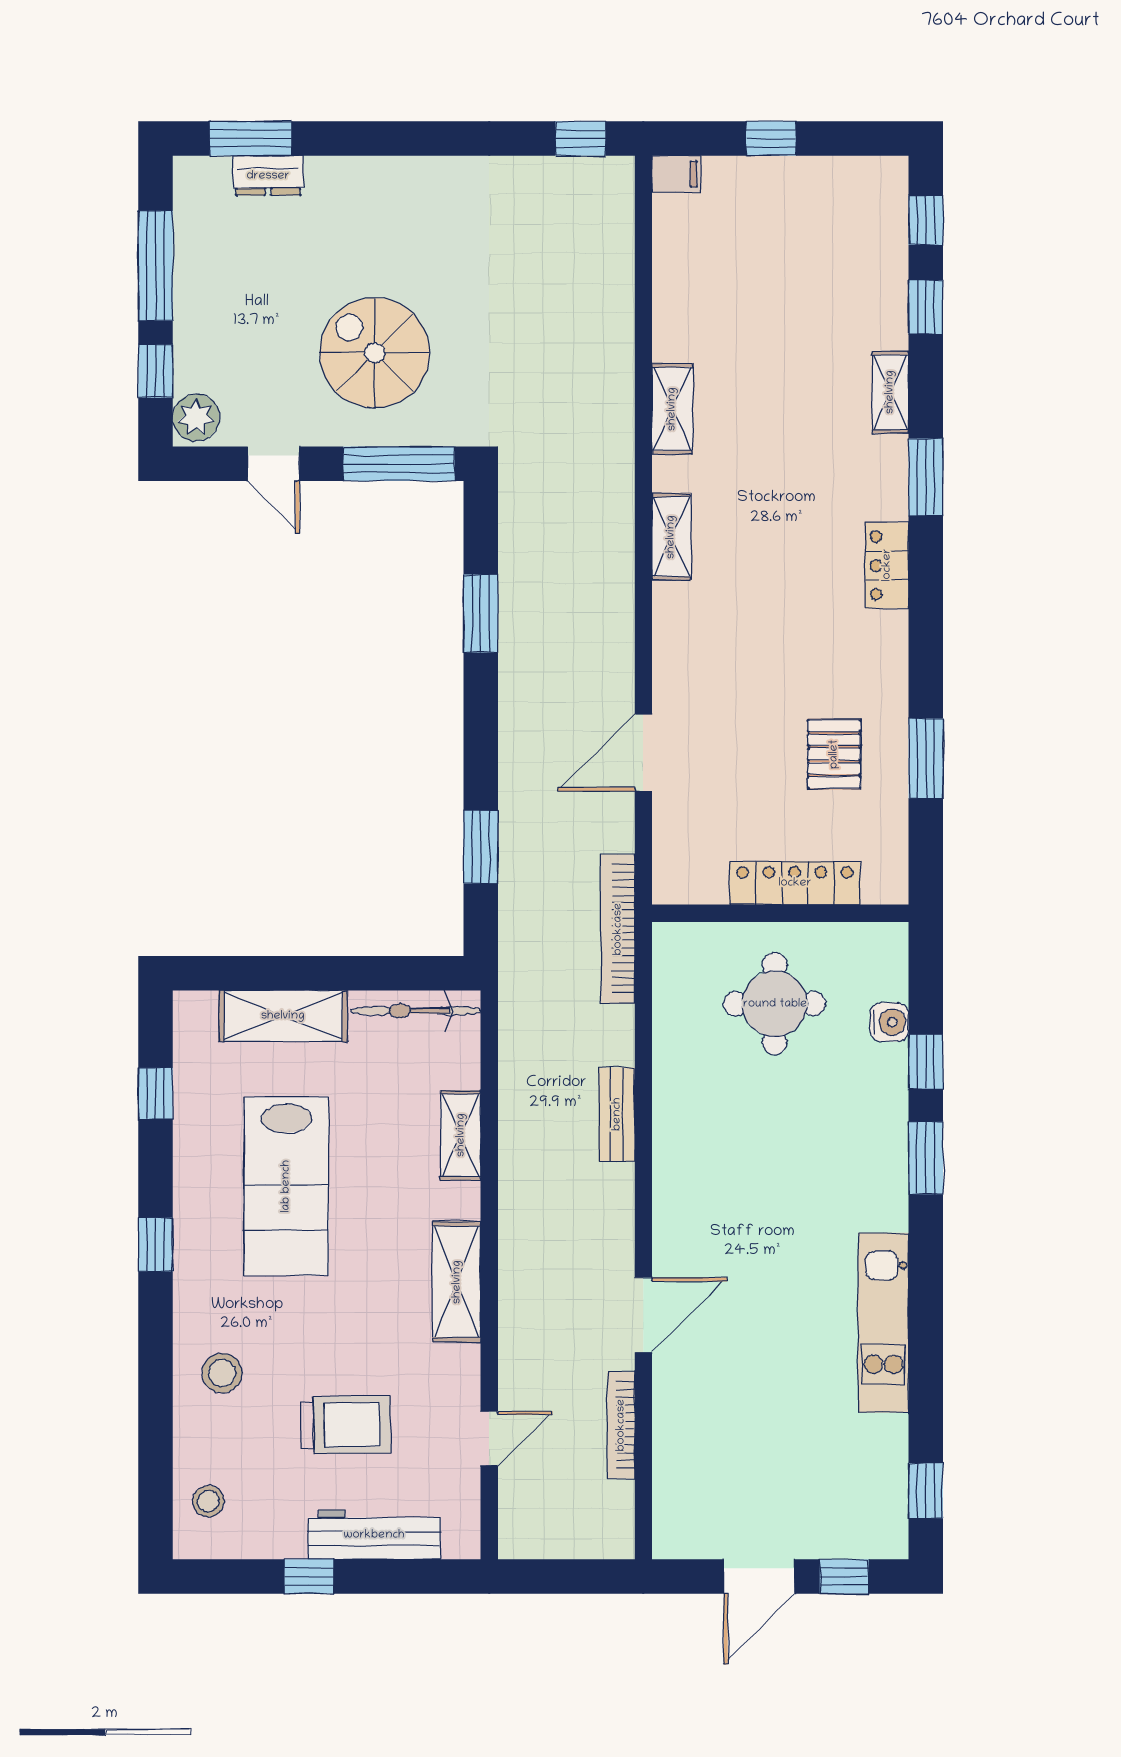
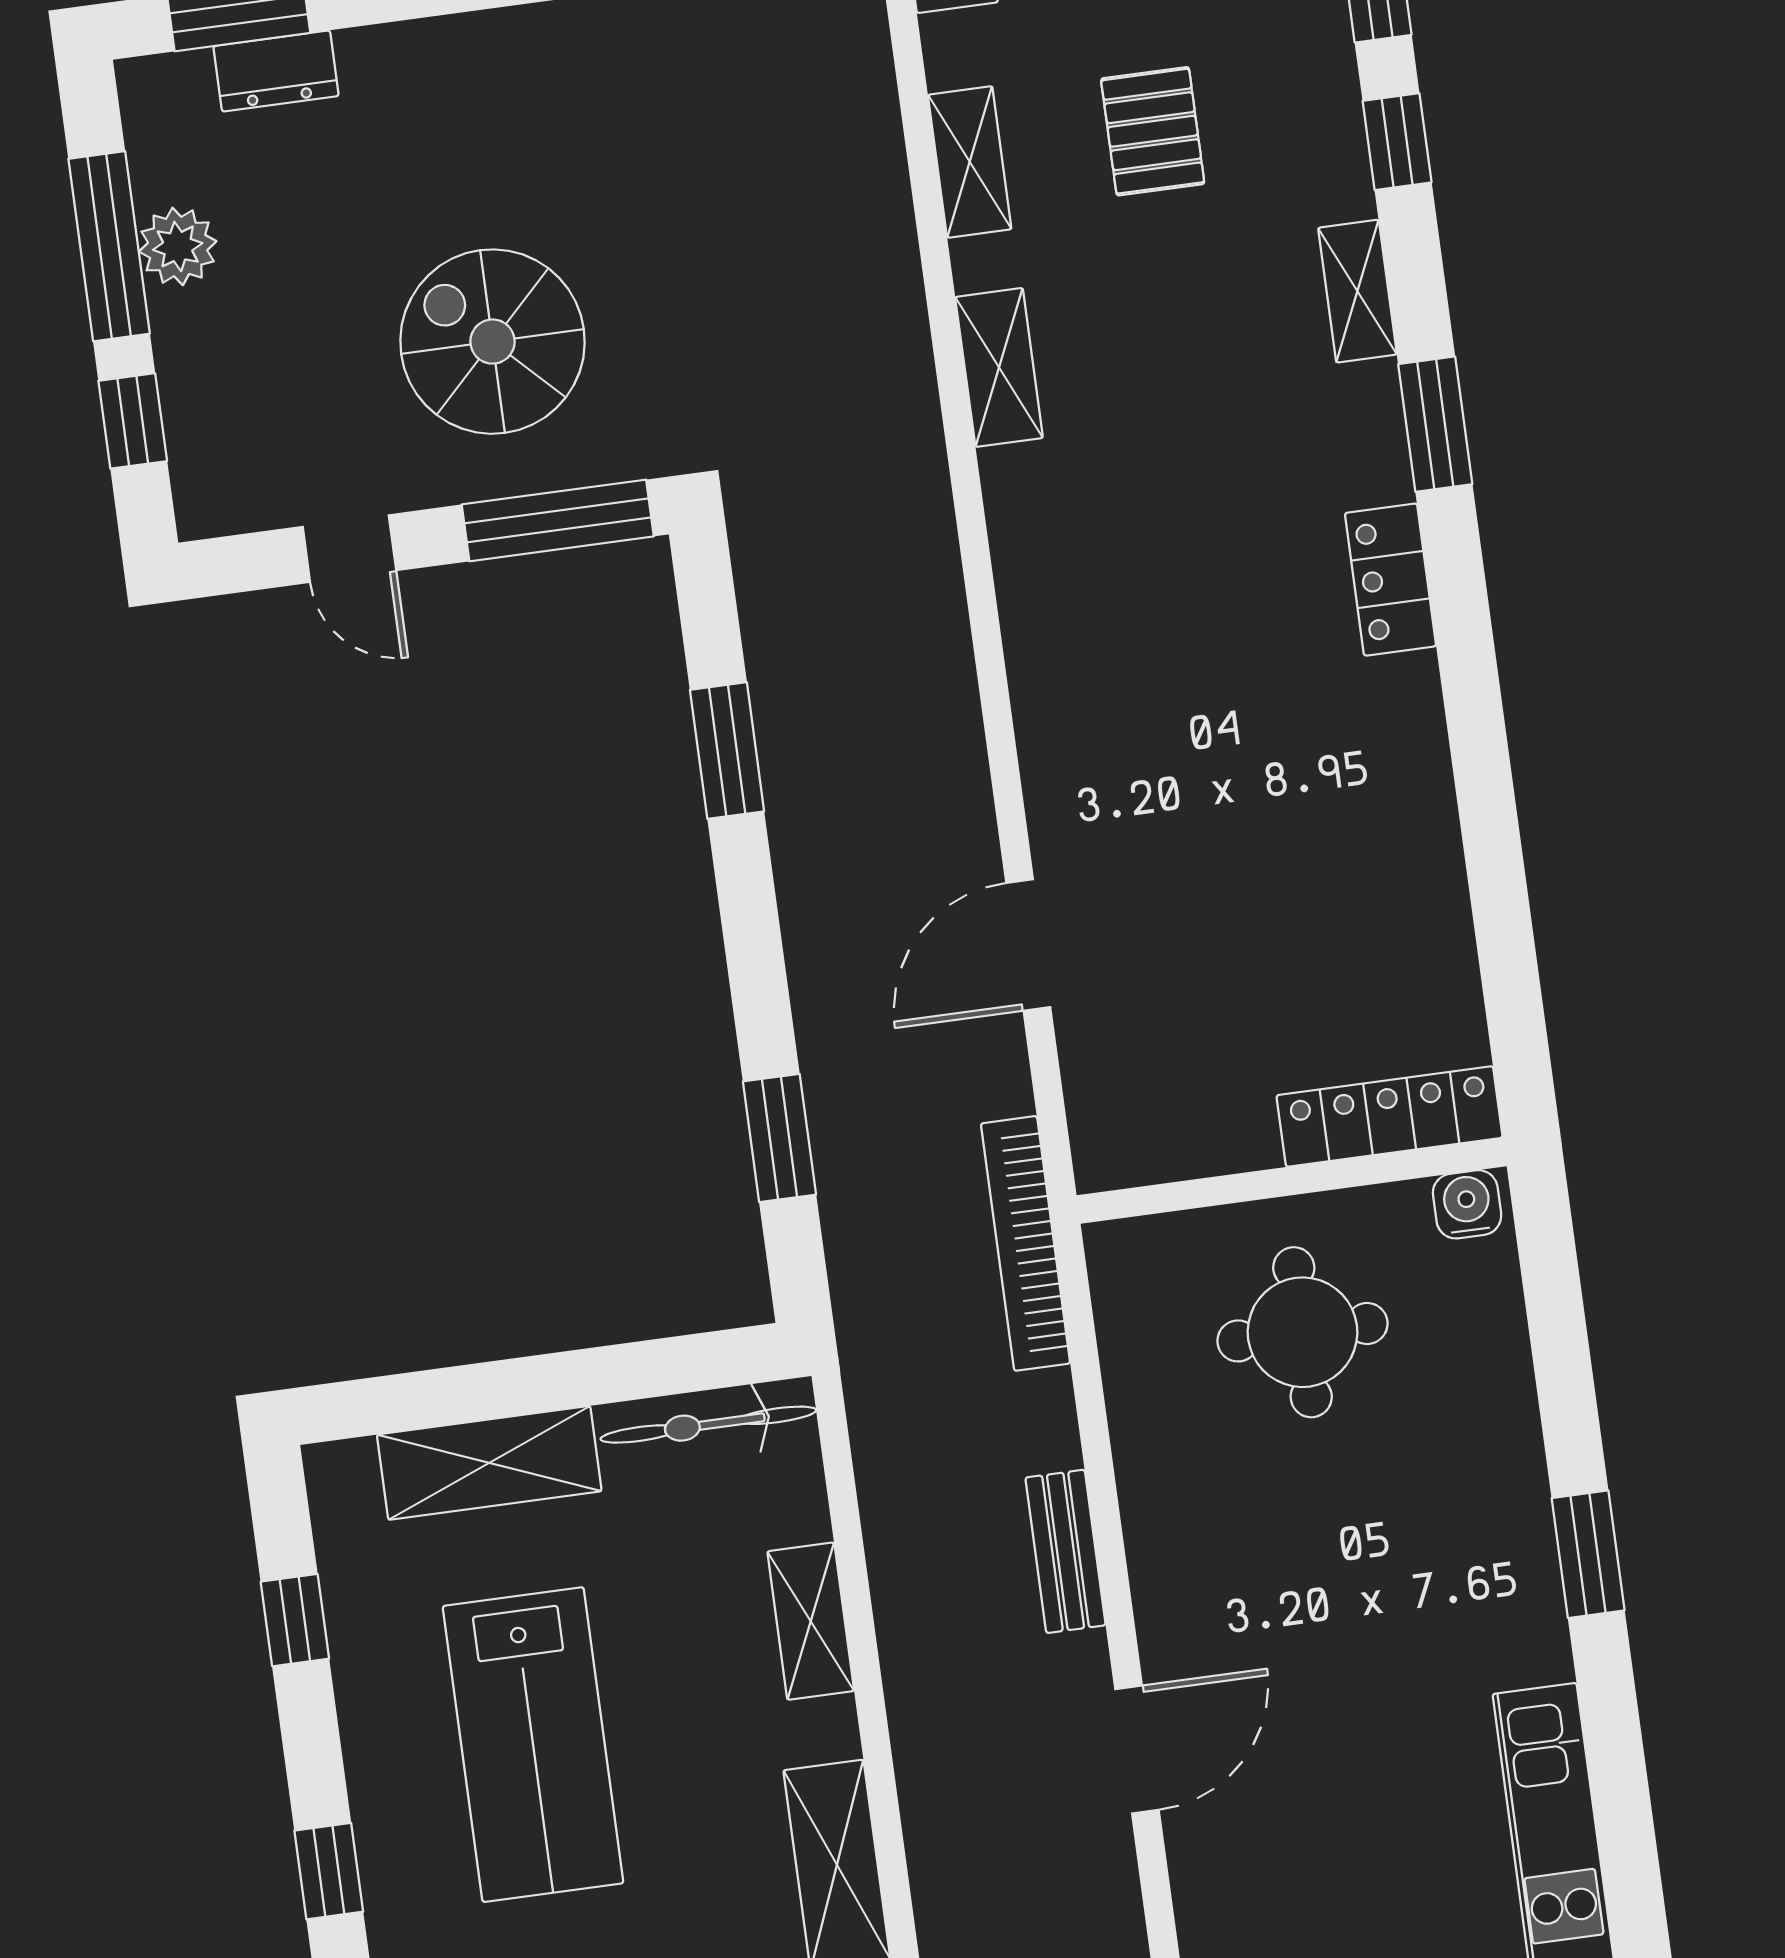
plant: (196, 417) -> (178, 246), moved
shelving: (671, 537) -> (970, 162), moved
pallet: (834, 754) -> (1153, 131), moved
window: (926, 758) -> (1498, 891), removed
locker: (795, 883) -> (1390, 1116), moved
water cooler: (889, 1022) -> (1467, 1204), moved, turned -90
window: (926, 1062) -> (1566, 1394), removed
door: (643, 1315) -> (1137, 1750), moved

